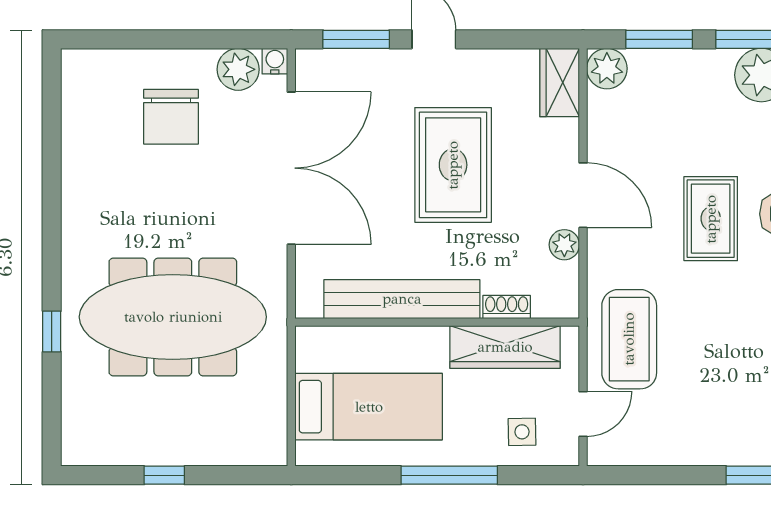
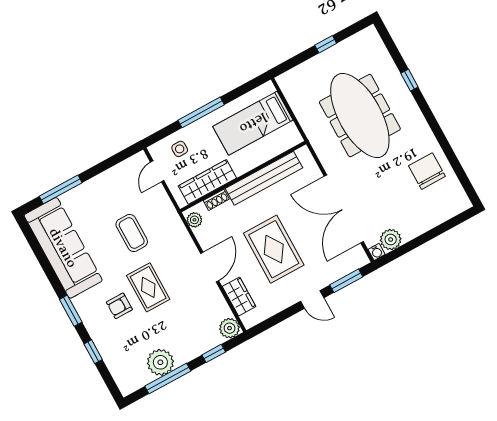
window: (659, 39) -> (214, 353), width x0.67
wardrobe: (560, 83) -> (239, 296), moved
chair: (171, 117) -> (427, 171), moved
door: (583, 195) -> (210, 267), swing flipped
plant: (564, 245) -> (194, 220), moved
meeting table: (173, 317) -> (360, 116), turned 90
coffee table: (629, 339) -> (132, 233), moved, width x0.73, depth x0.76

